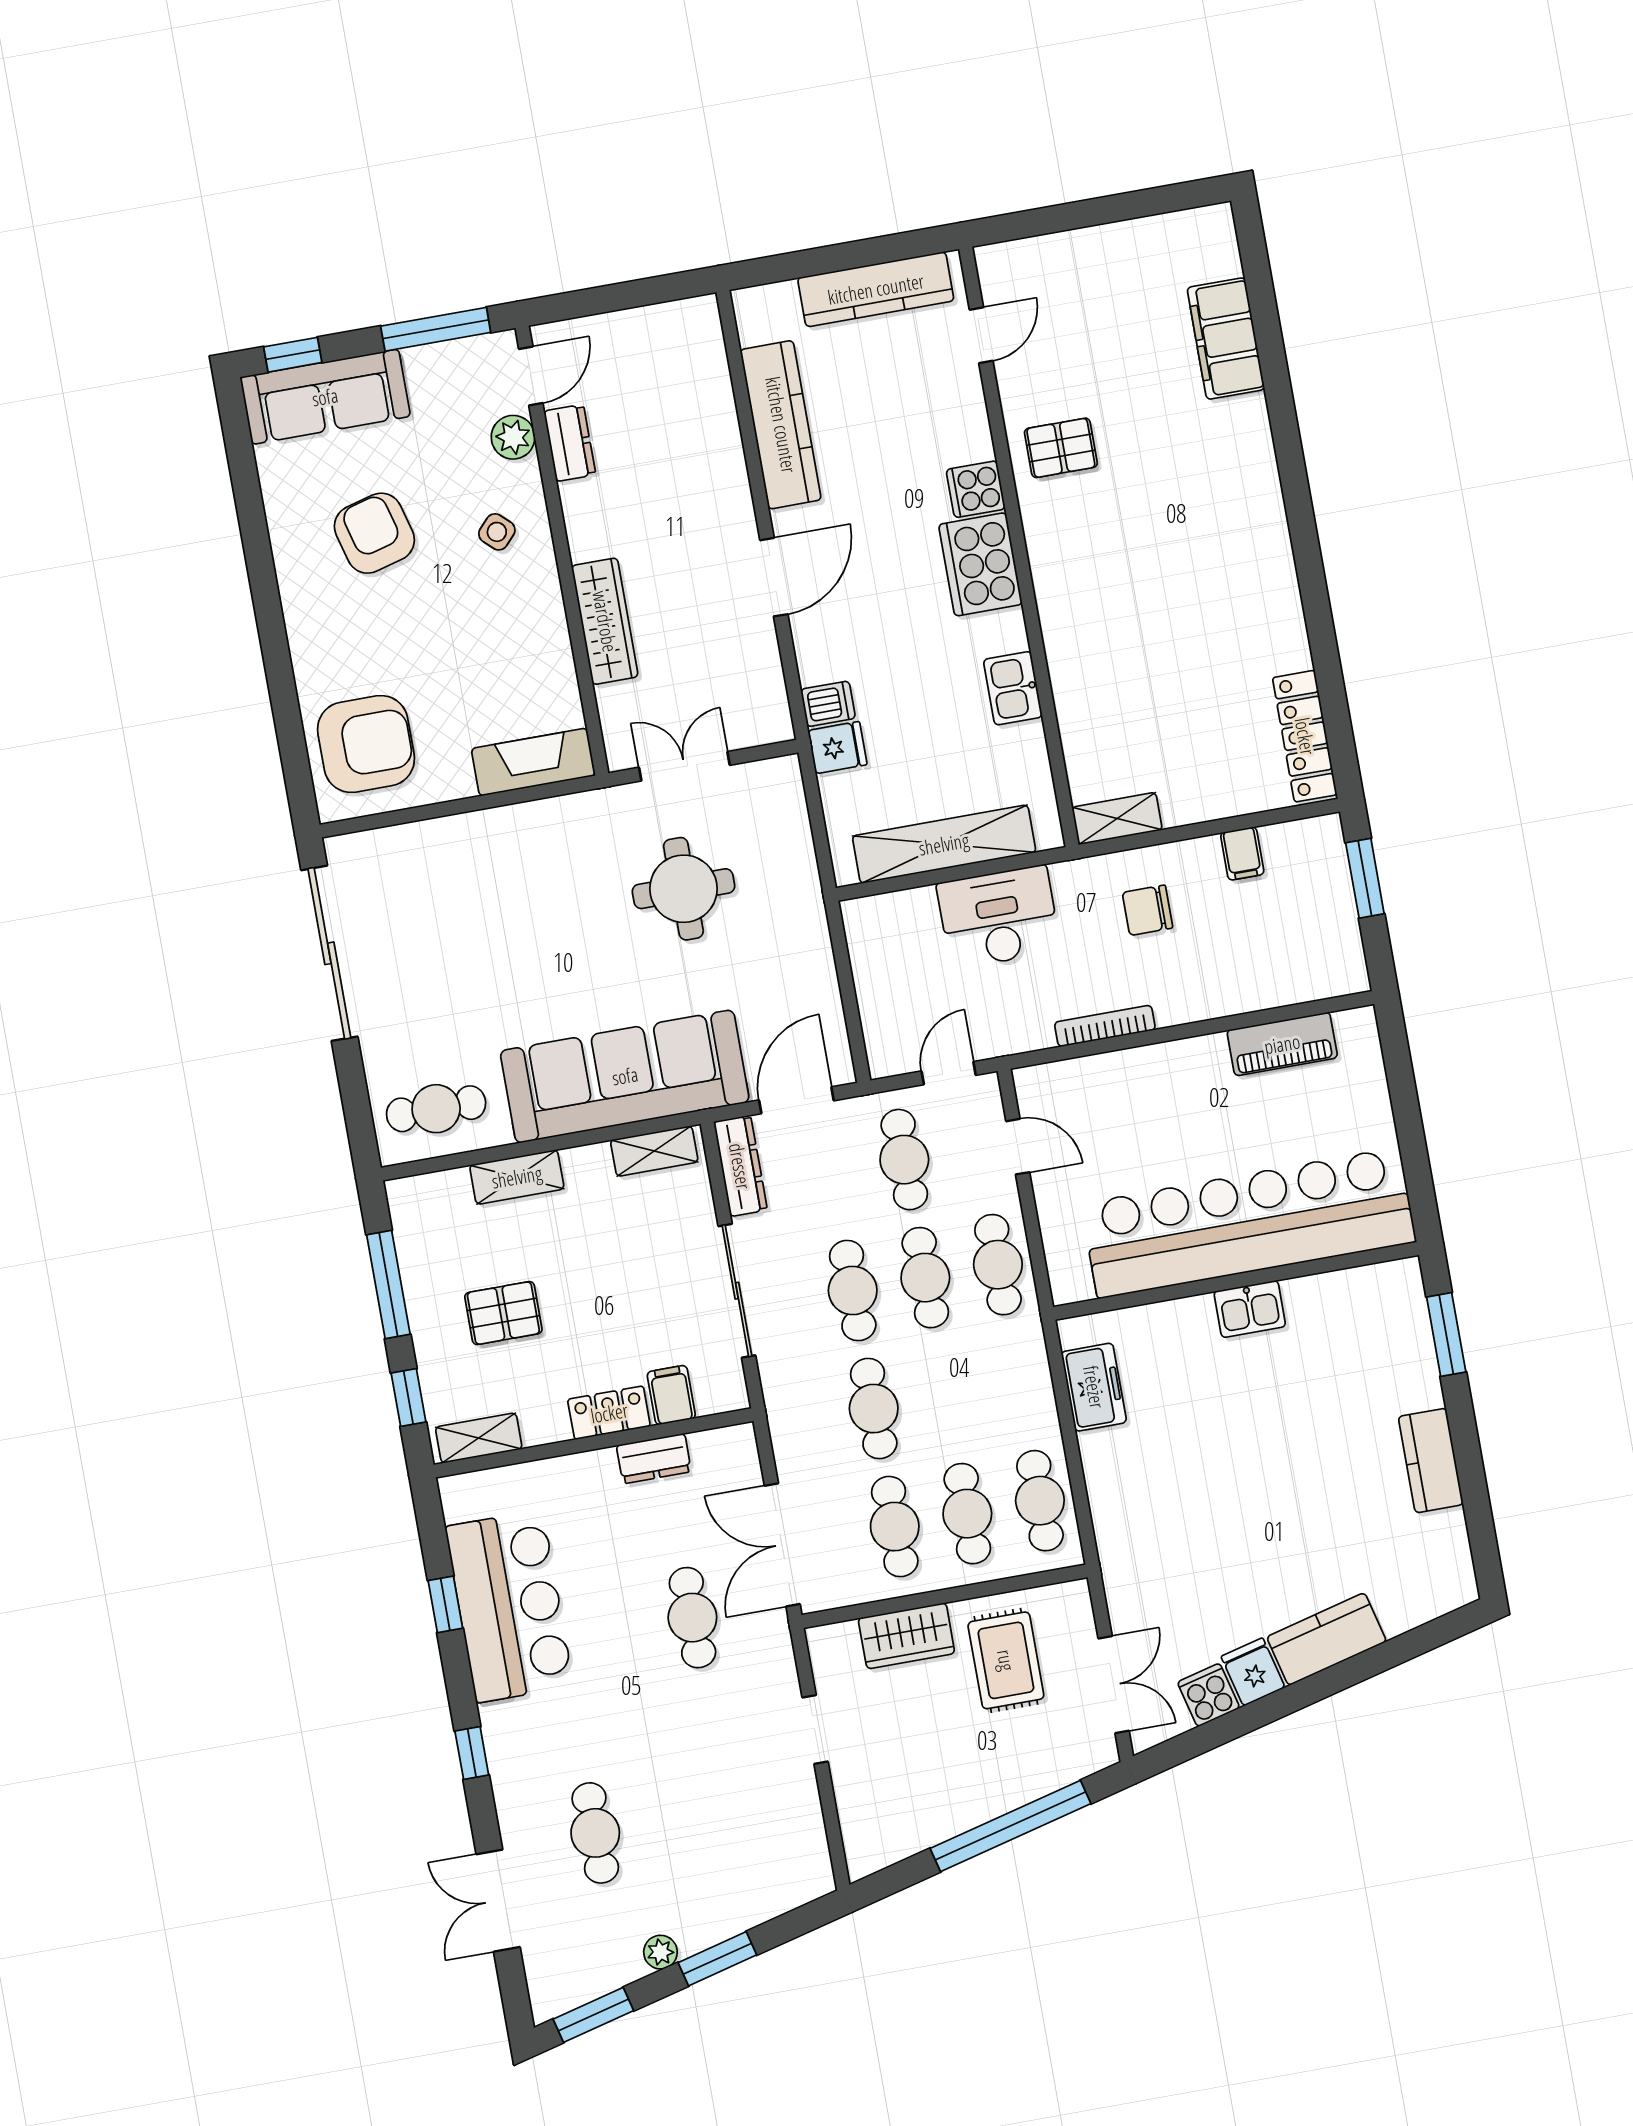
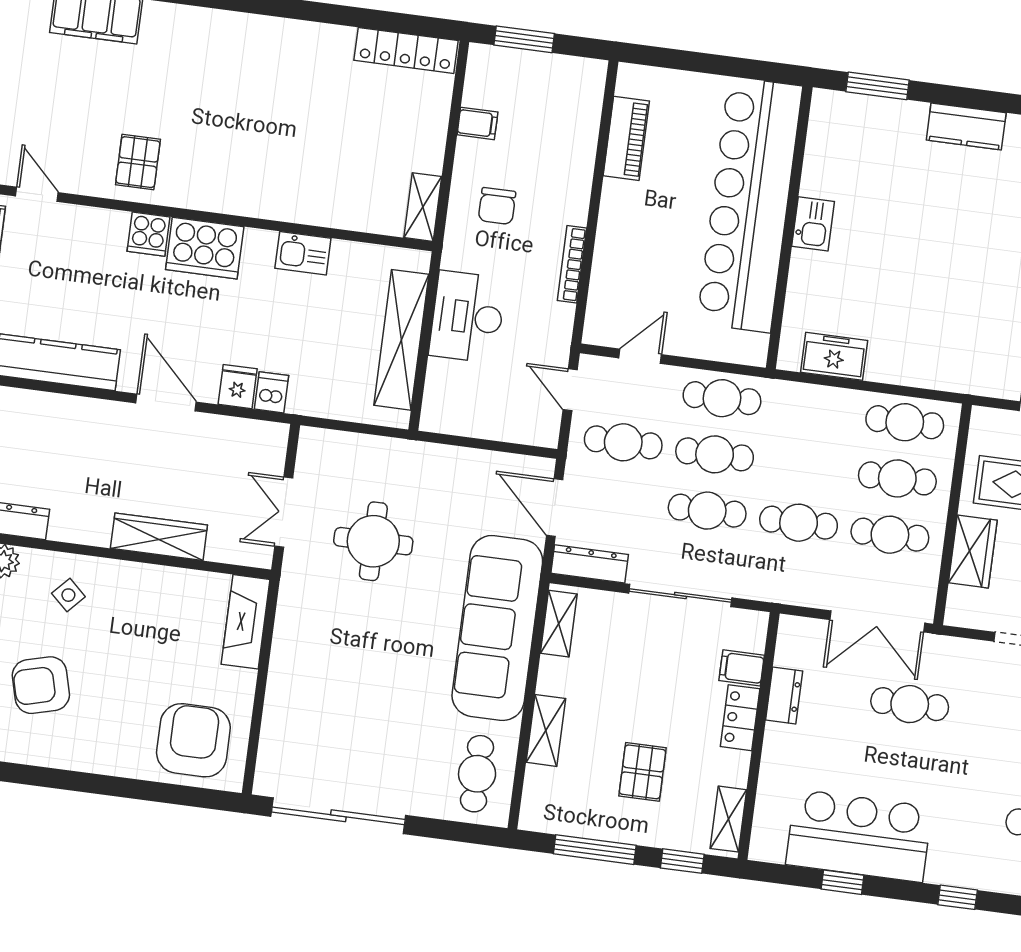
fridge: (837, 748) -> (238, 387), moved

